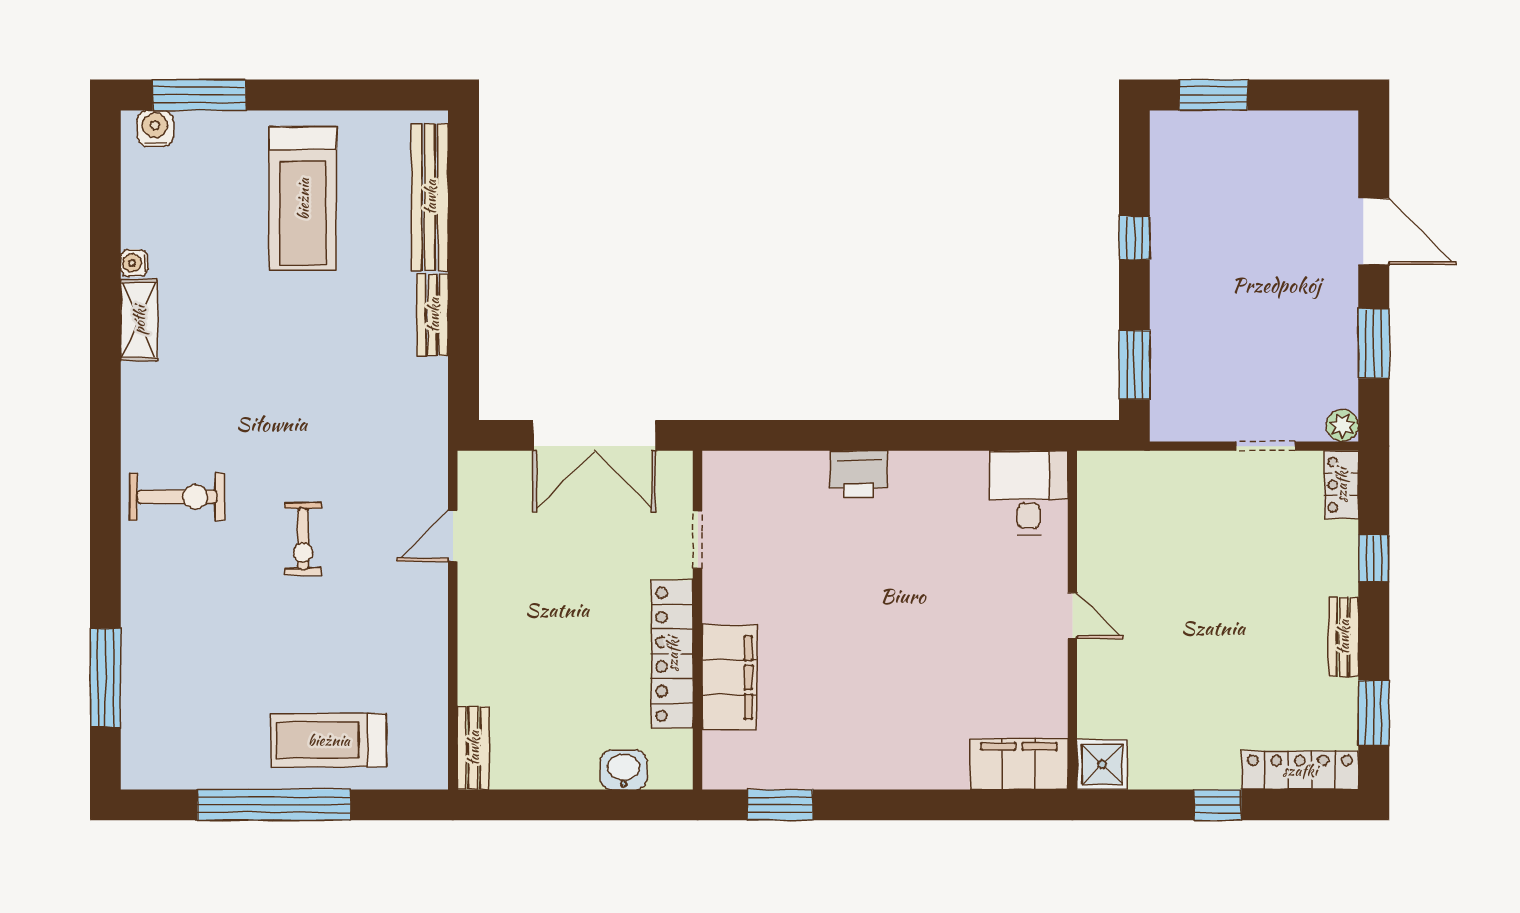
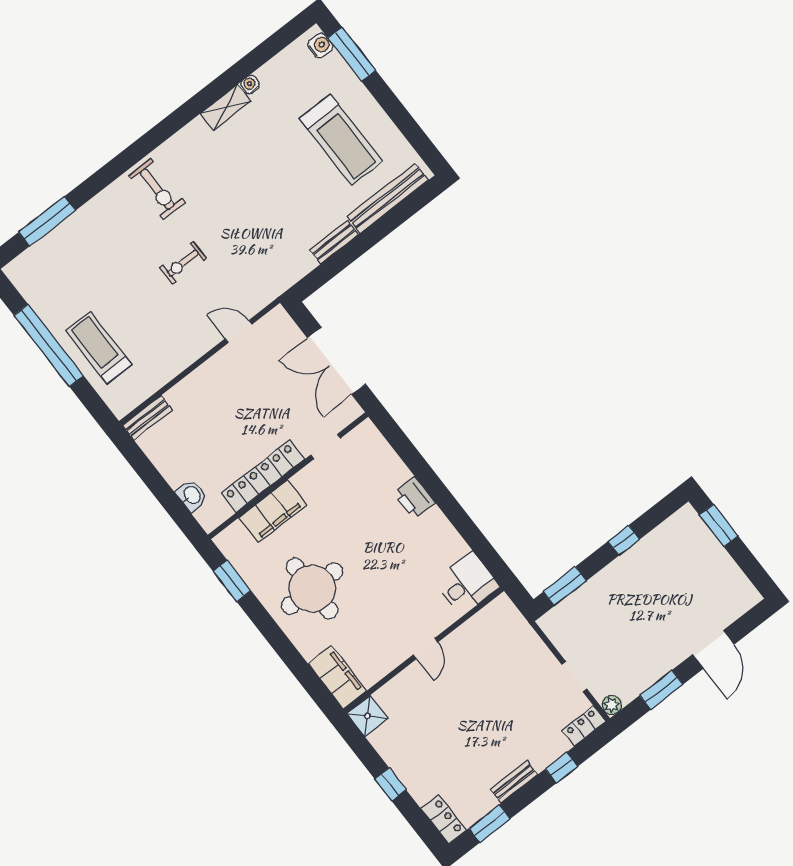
treadmill: (303, 199) -> (341, 140), turned -90
round table: (874, 705) -> (312, 588), added
locker: (1300, 770) -> (444, 819), width x0.66

